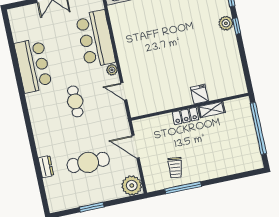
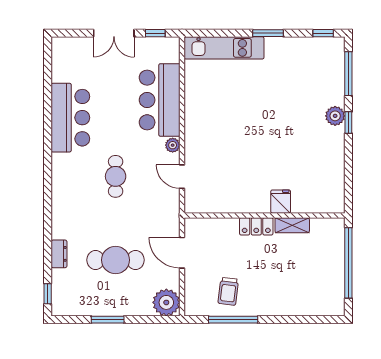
window: (44, 197) -> (48, 294), added

